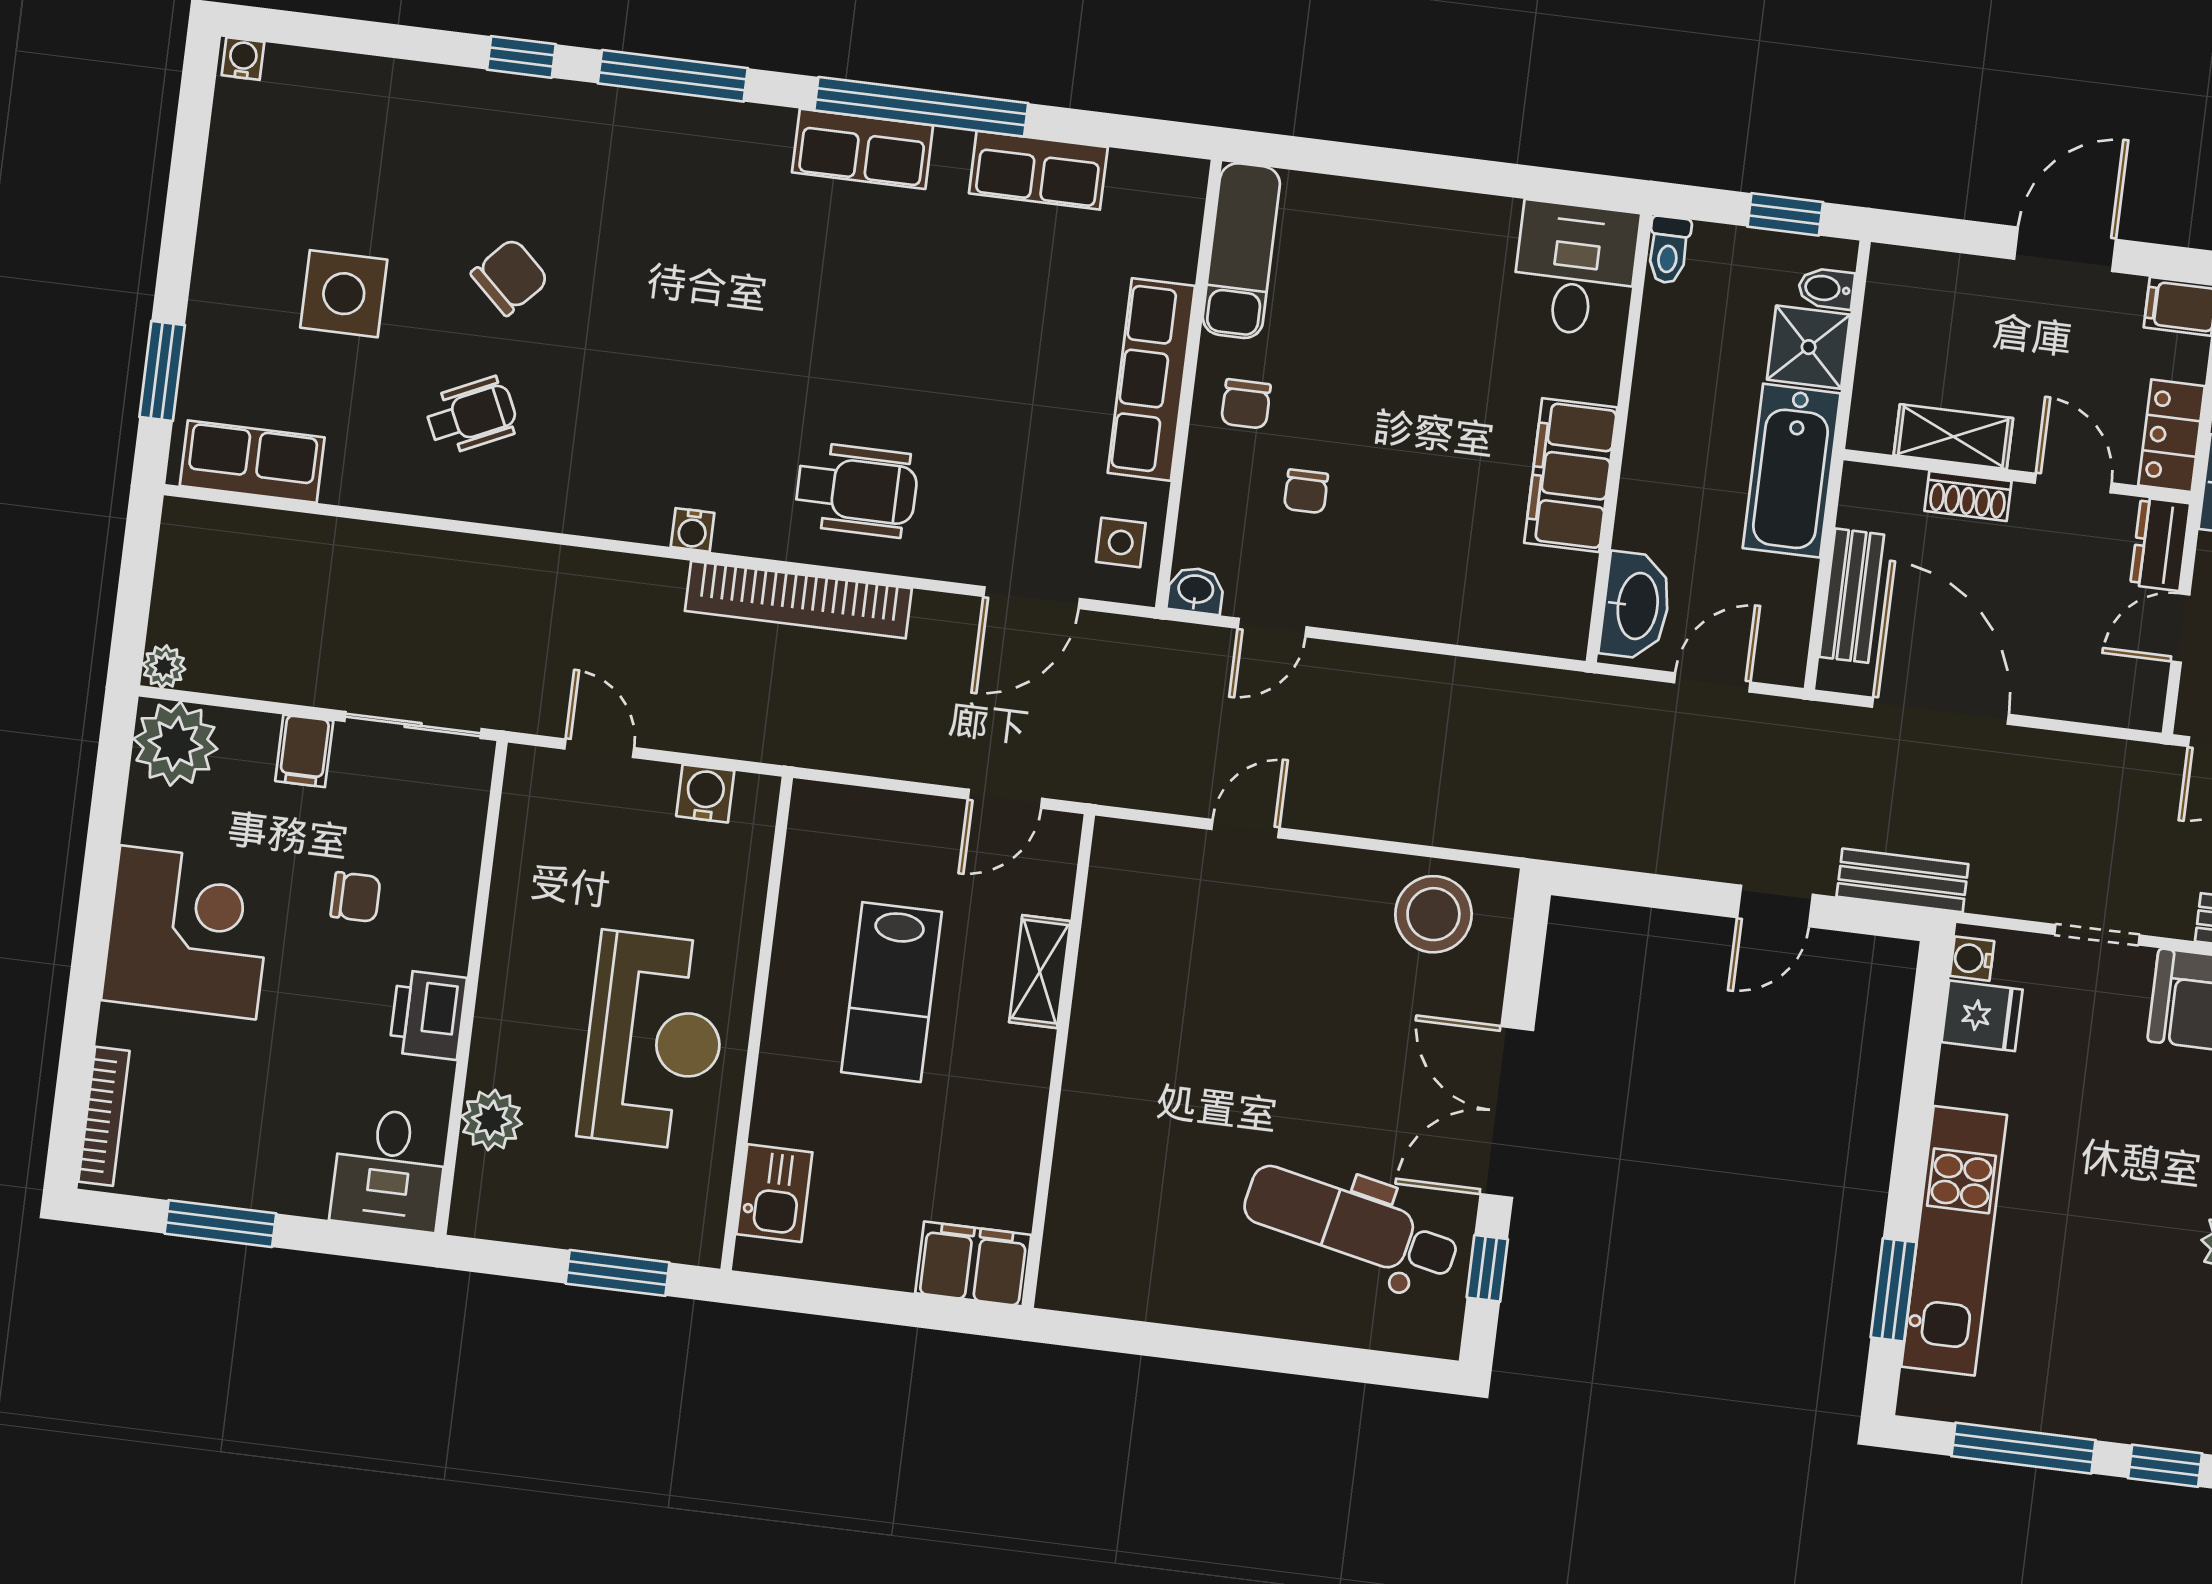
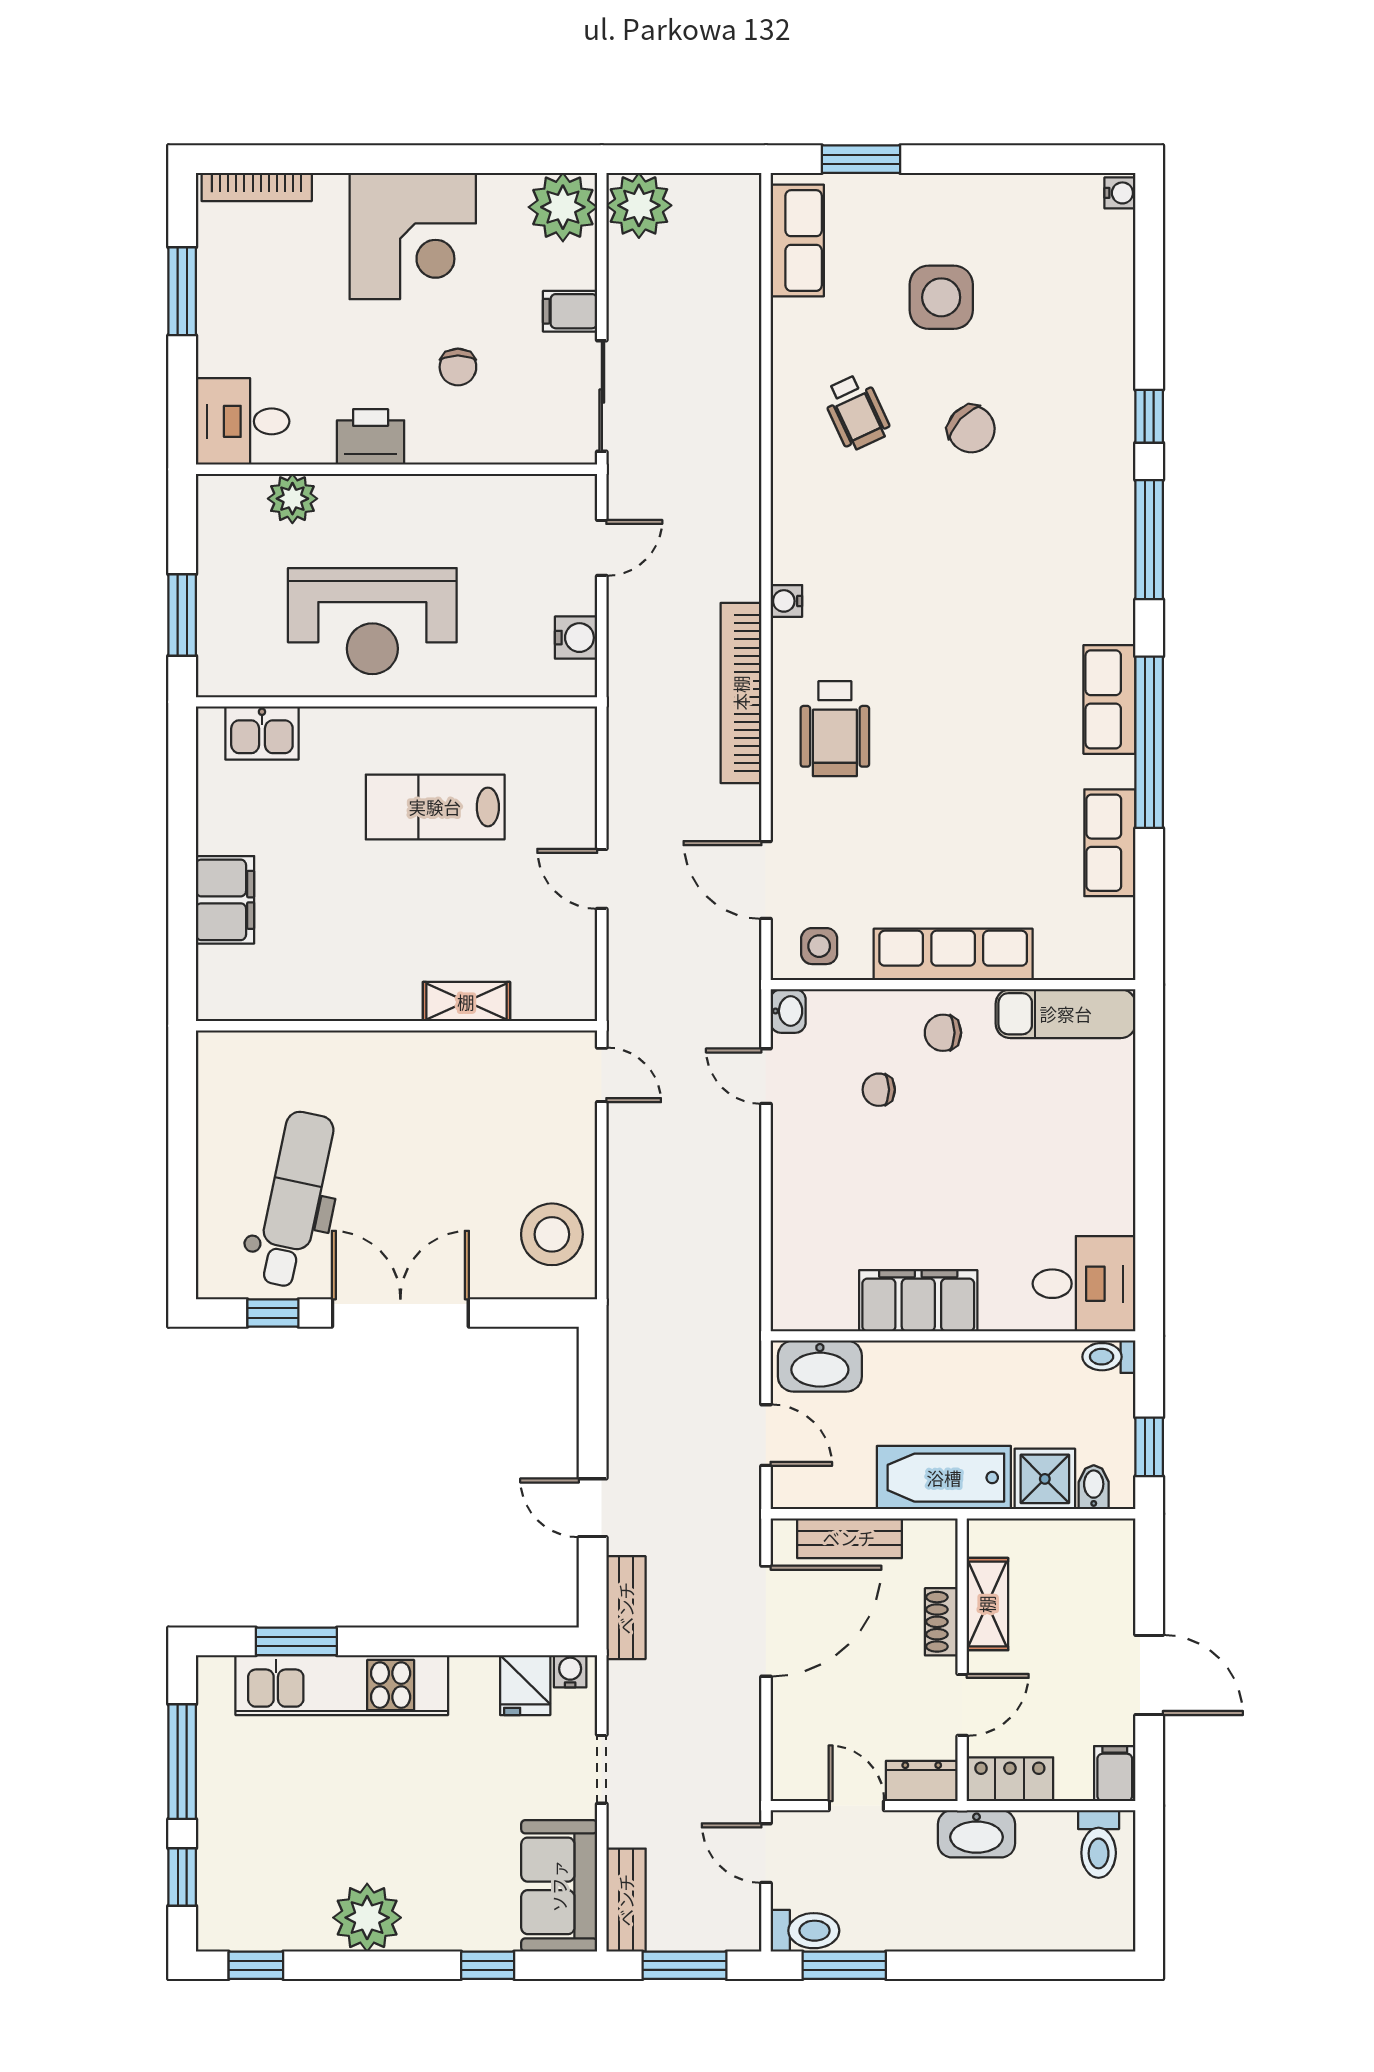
plant: (164, 667) -> (639, 205), width x1.88, depth x1.88
shelving: (1040, 972) -> (466, 1002), moved
wall: (1059, 1061) -> (397, 1026), moved

